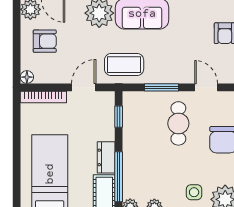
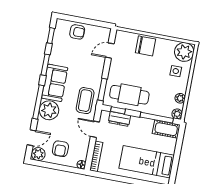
armchair: (45, 41) -> (60, 149), turned 180
window: (161, 87) -> (102, 90), moved
cafe table: (178, 123) -> (129, 95), moved, width x1.37, depth x1.35
dresser: (106, 157) -> (119, 119), moved

